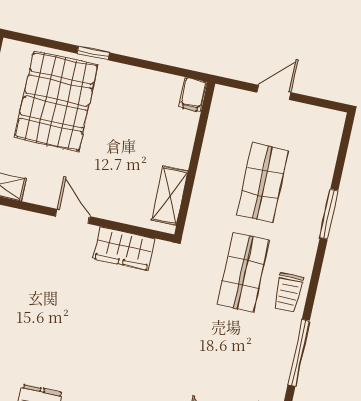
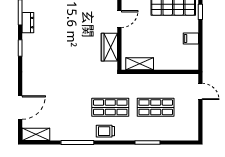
door: (274, 92) -> (200, 91), moved
filing cabinet: (193, 95) -> (191, 39), moved

